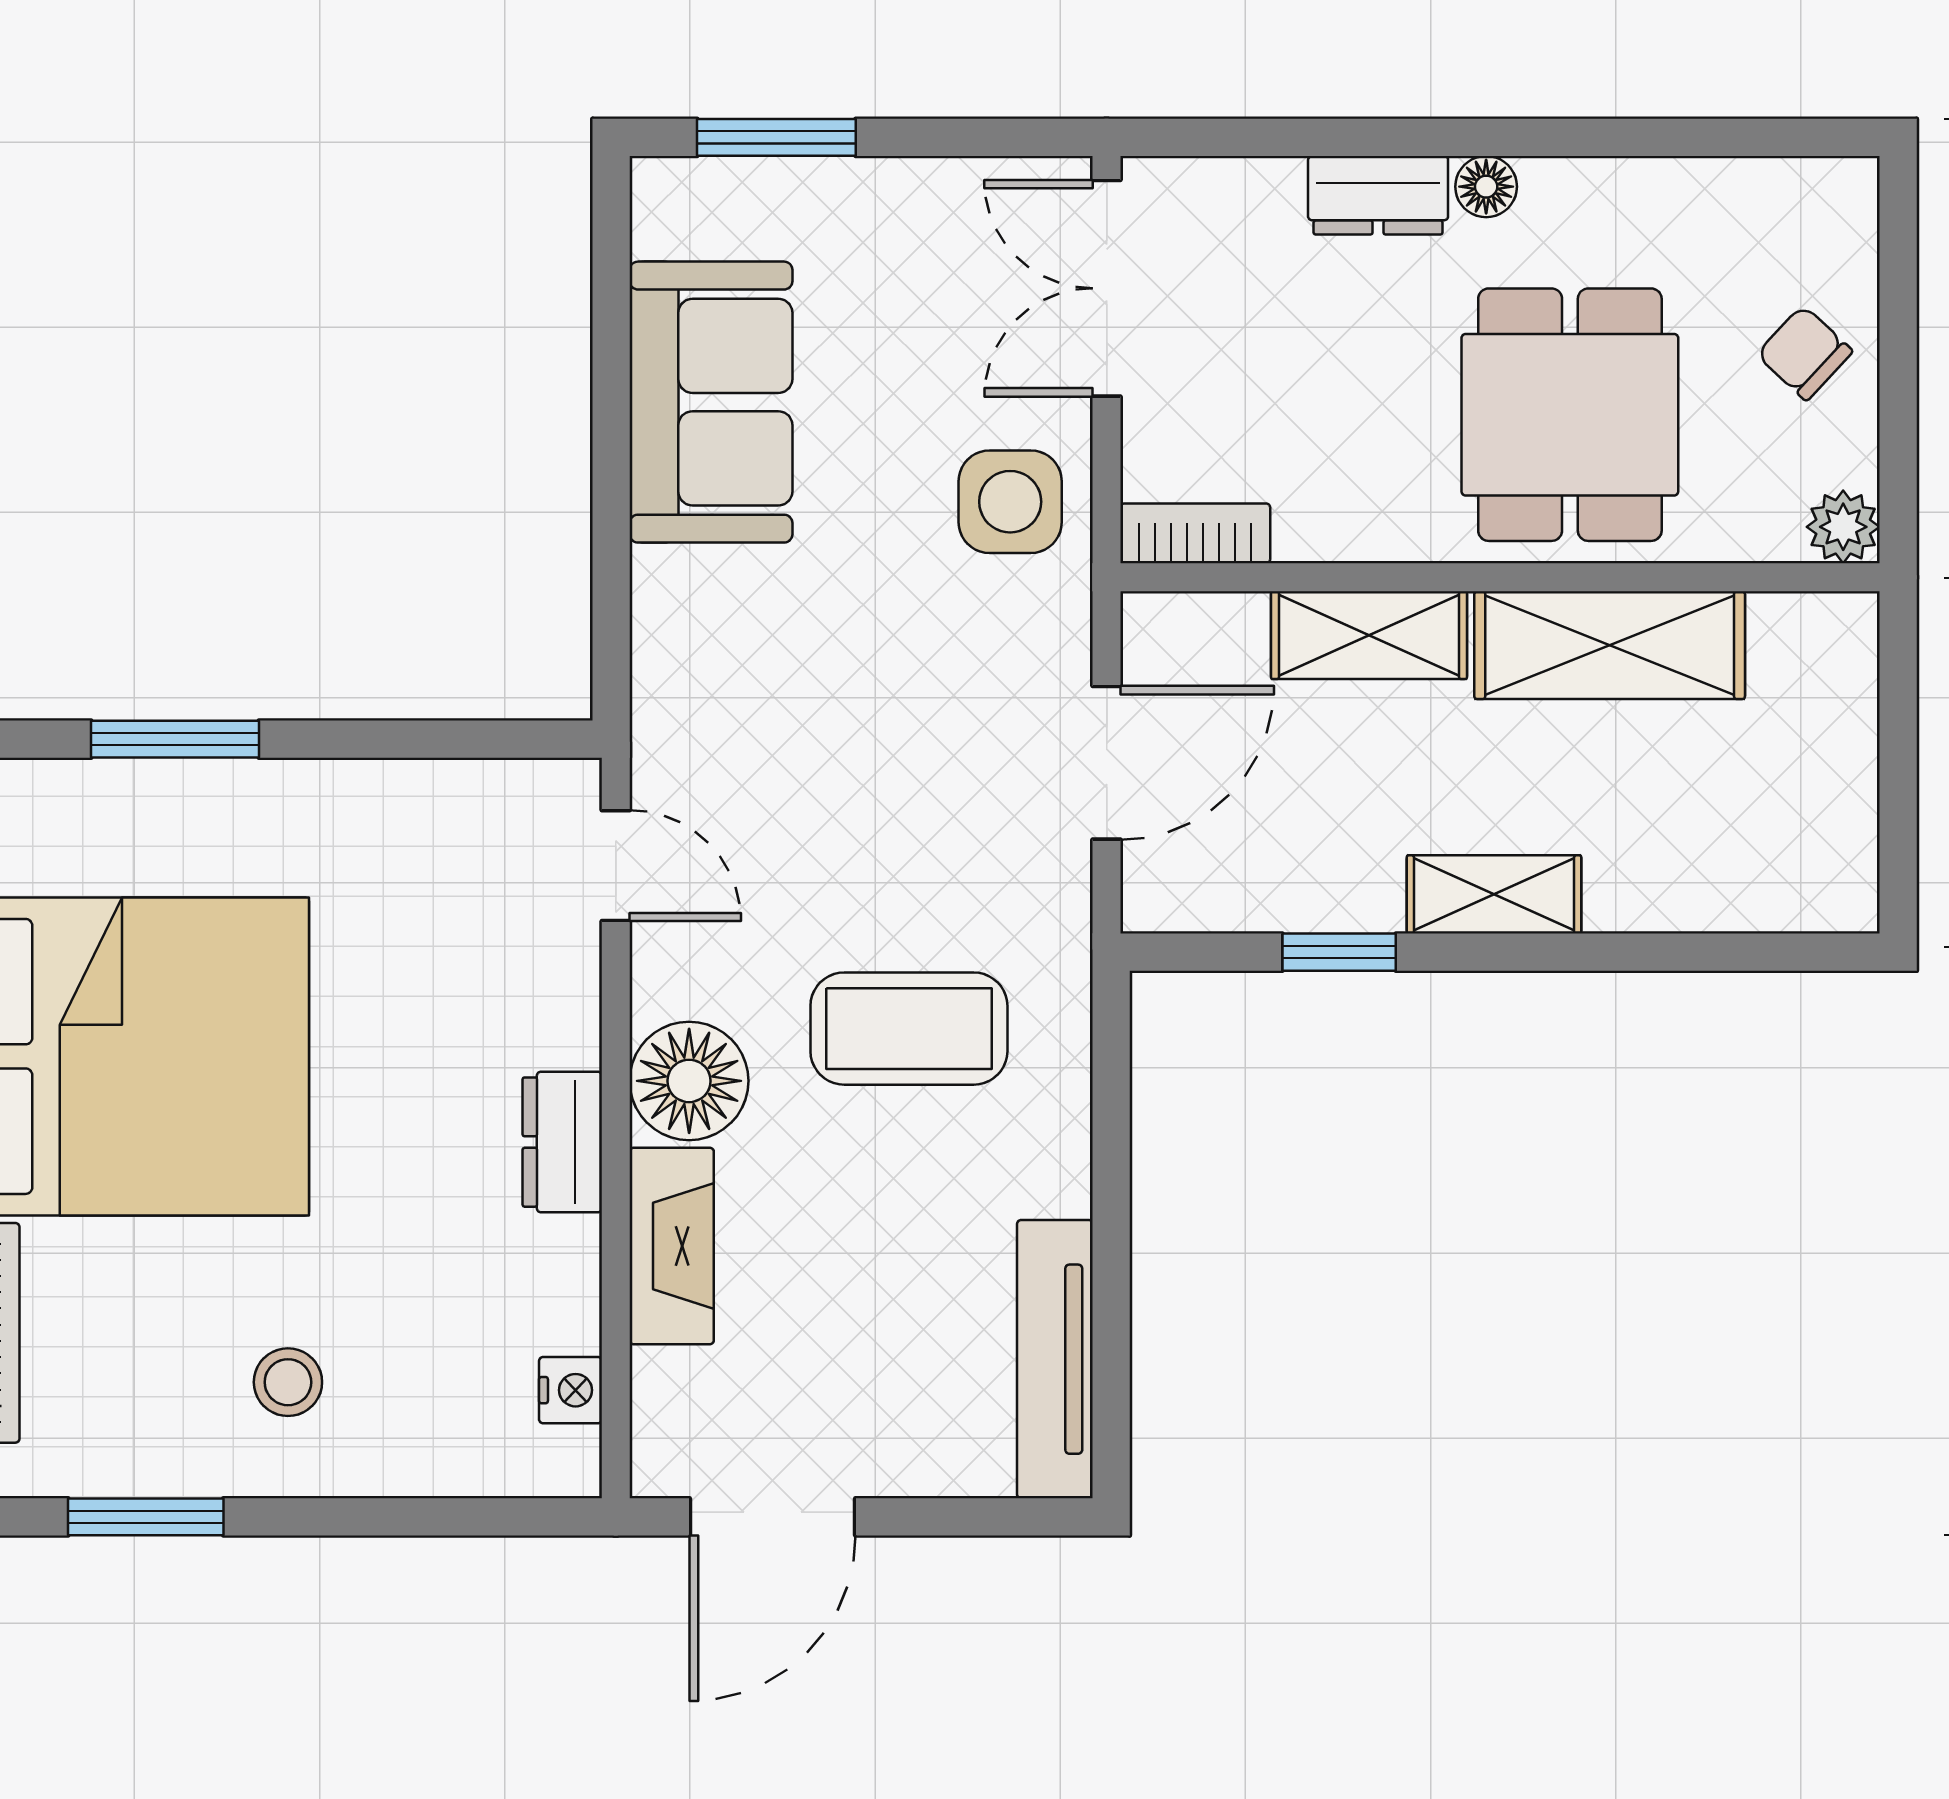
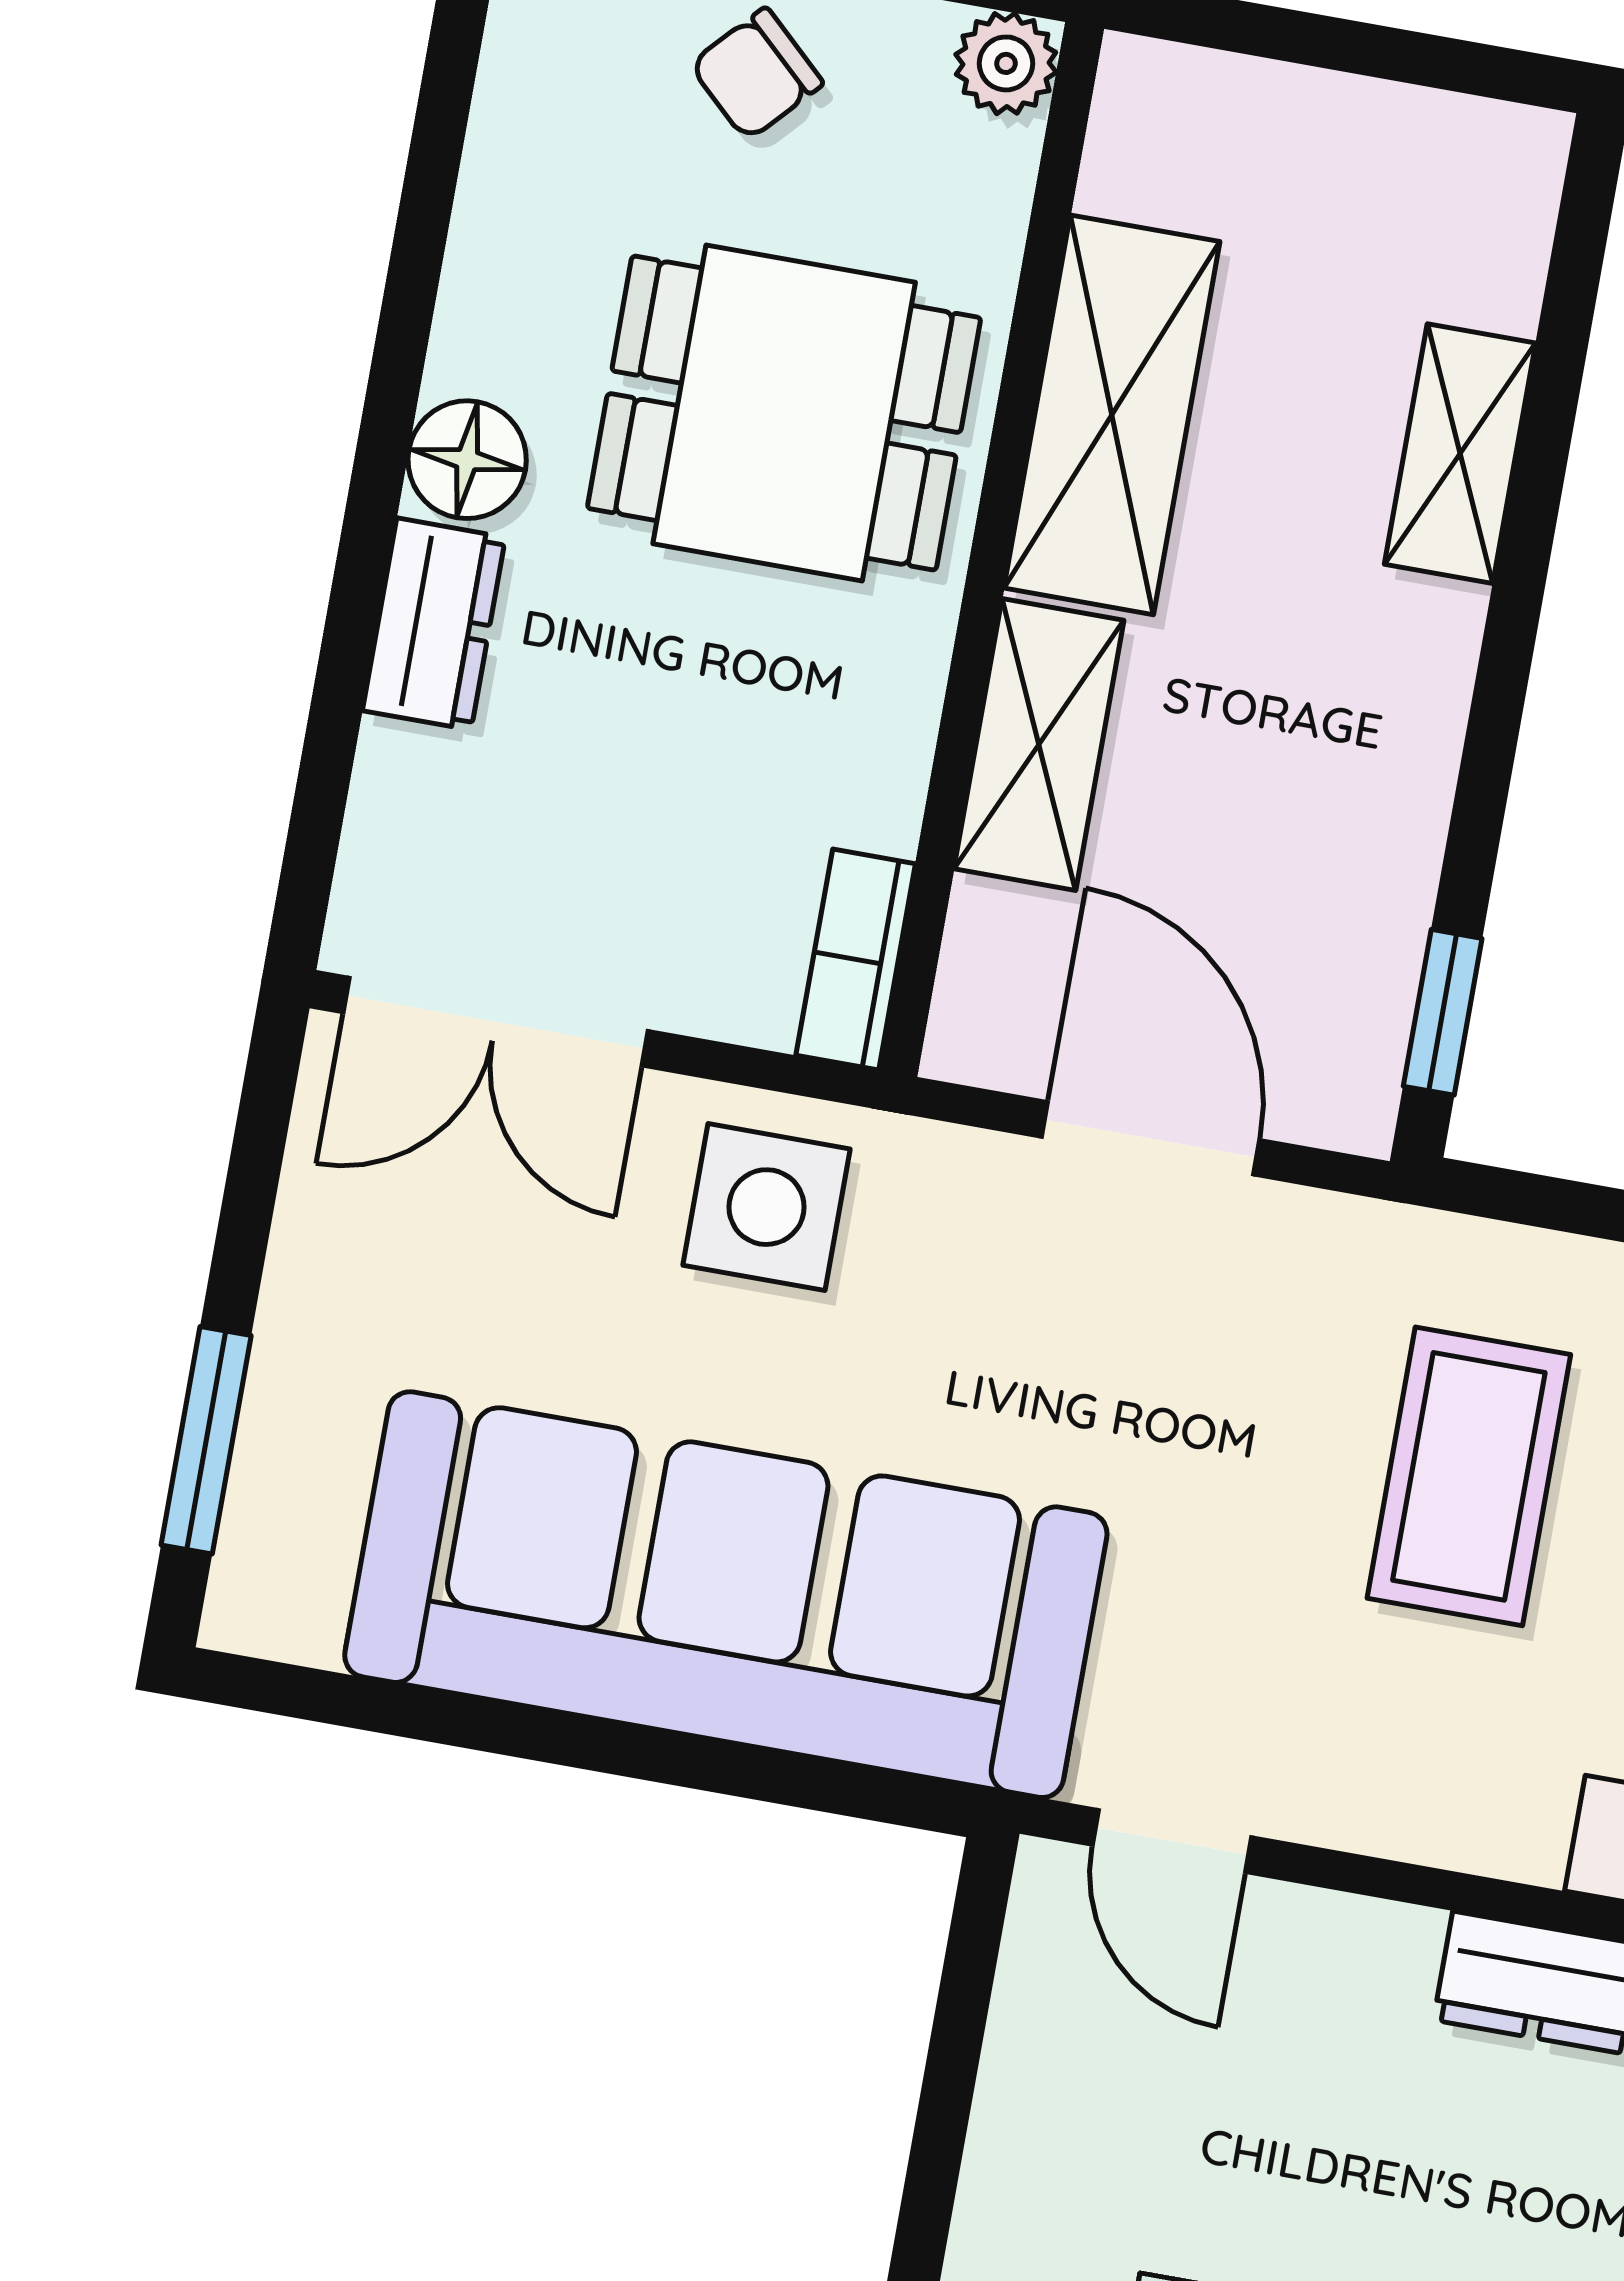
floor lamp: (1486, 187) -> (467, 460), width x1.37, depth x1.37
sofa: (711, 402) -> (726, 1595), width x1.85, depth x1.27
door: (616, 866) -> (1172, 1841), swing flipped
shelving: (1494, 894) -> (1460, 454), moved
window: (1339, 952) -> (1443, 1012), moved
floor lamp: (689, 1081) -> (1487, 1793), removed

